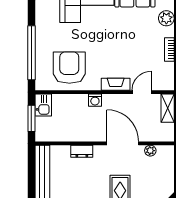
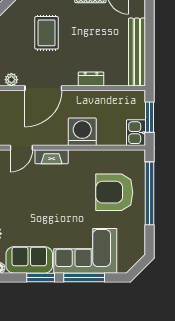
armchair: (69, 68) -> (114, 192), moved, turned 90
washing machine: (95, 100) -> (82, 132), width x1.89, depth x1.89
door: (123, 143) -> (43, 88), hinge flipped

